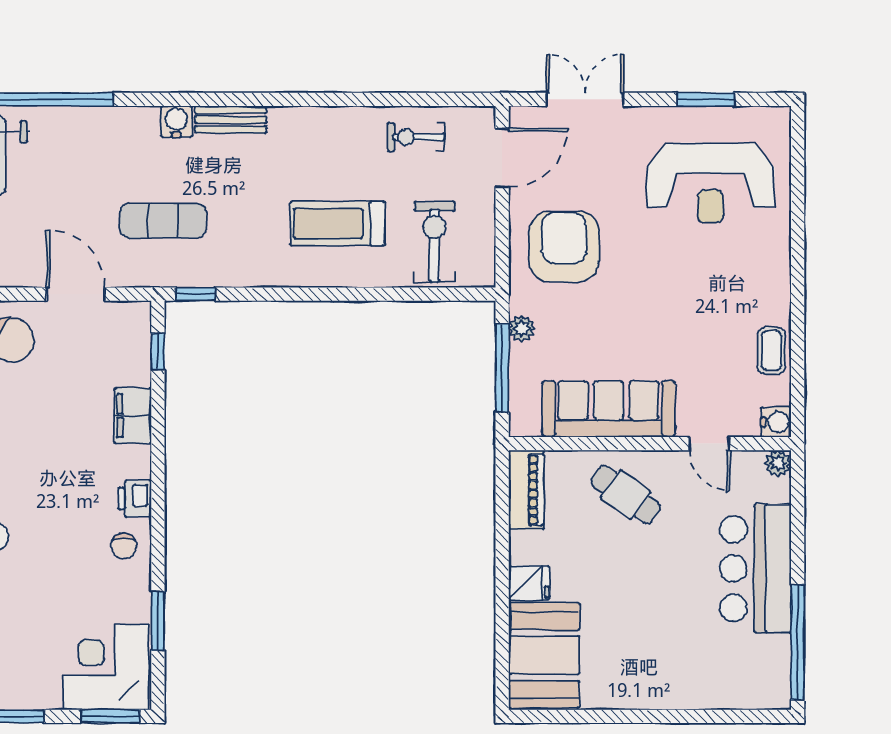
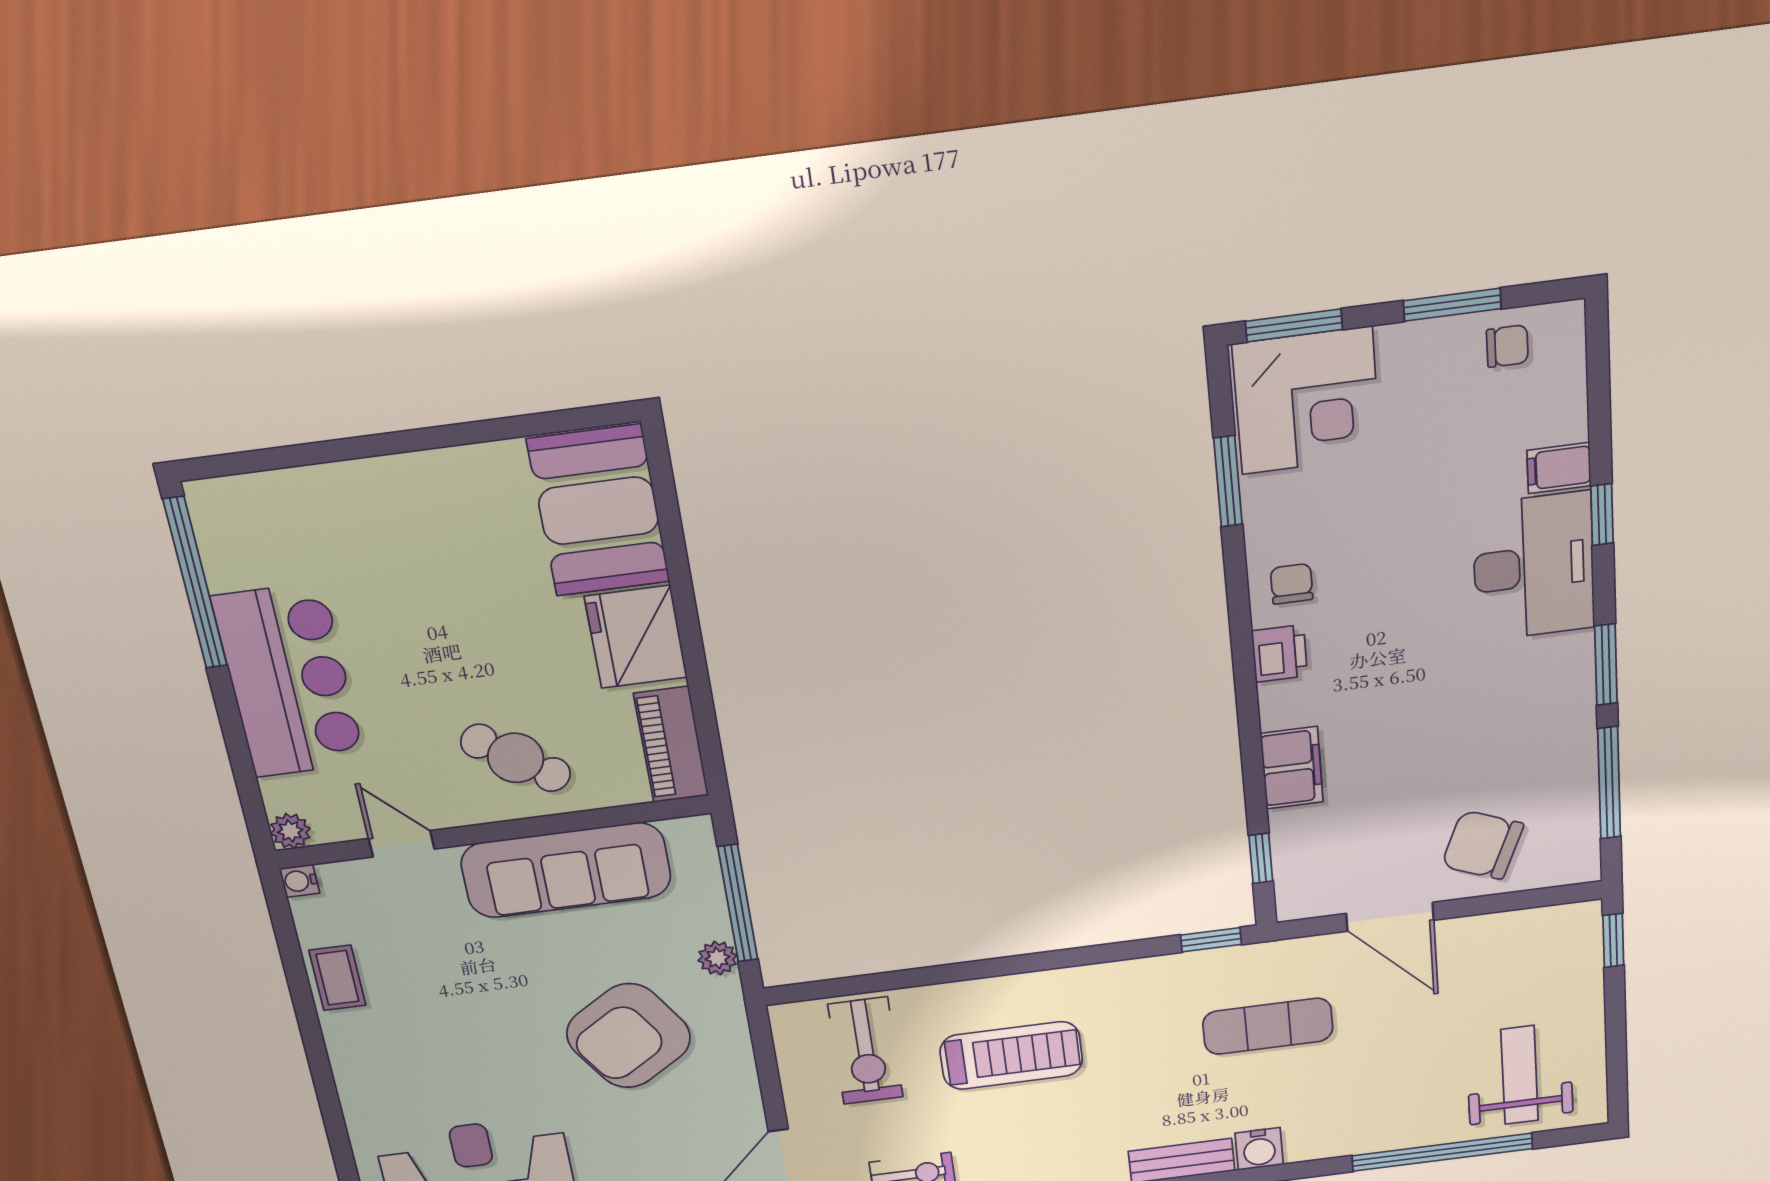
armchair: (564, 247) -> (628, 1036), moved, turned 57
water cooler: (776, 422) -> (299, 881), width x0.72, depth x0.72
fridge: (529, 583) -> (636, 637), width x1.88, depth x1.34

